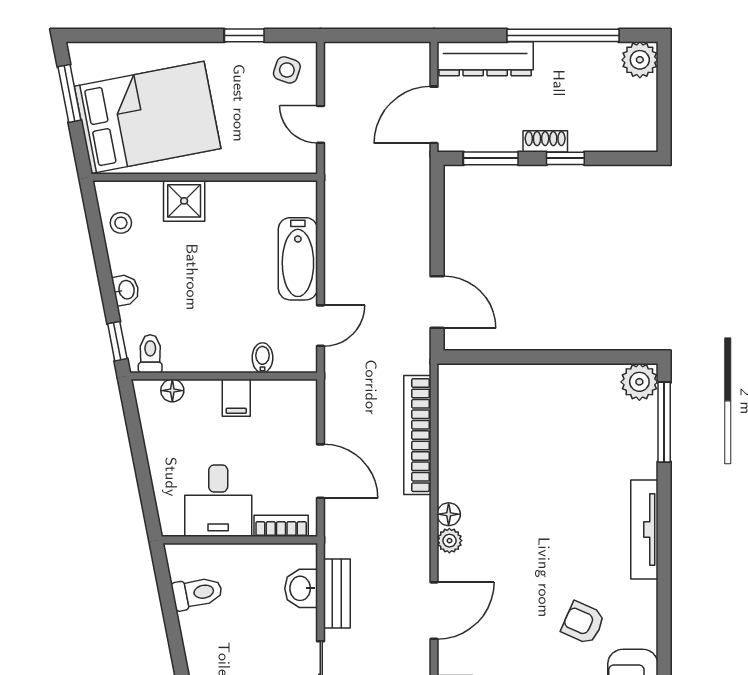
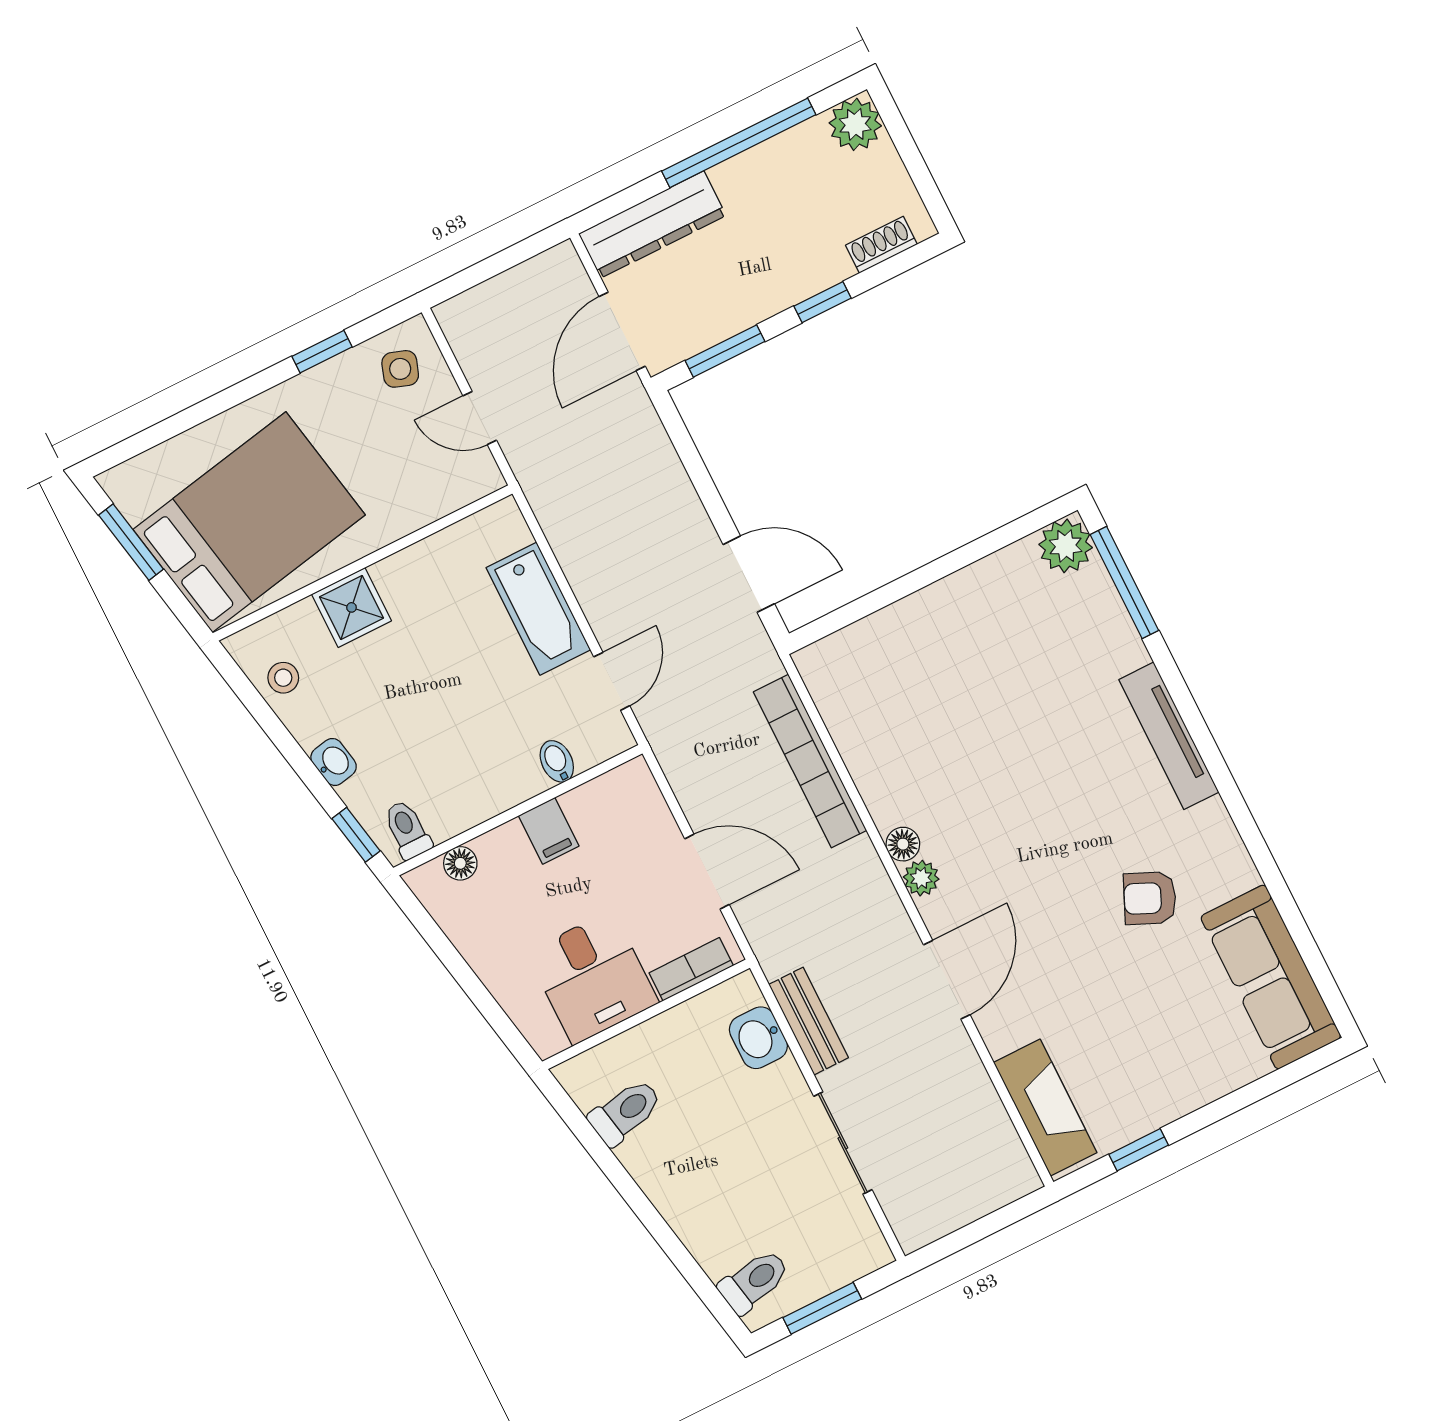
shoe rack: (545, 141) -> (881, 245), moved

